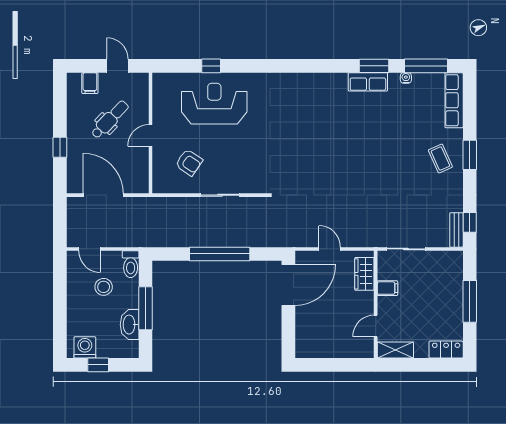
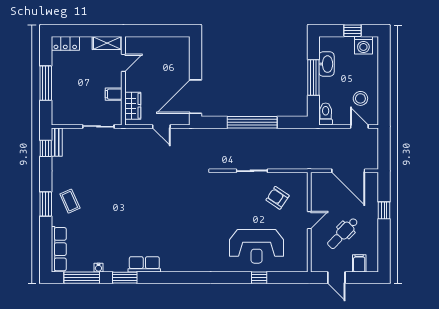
row of seats: (368, 82) -> (144, 264), moved
stool: (104, 287) -> (360, 98), moved

